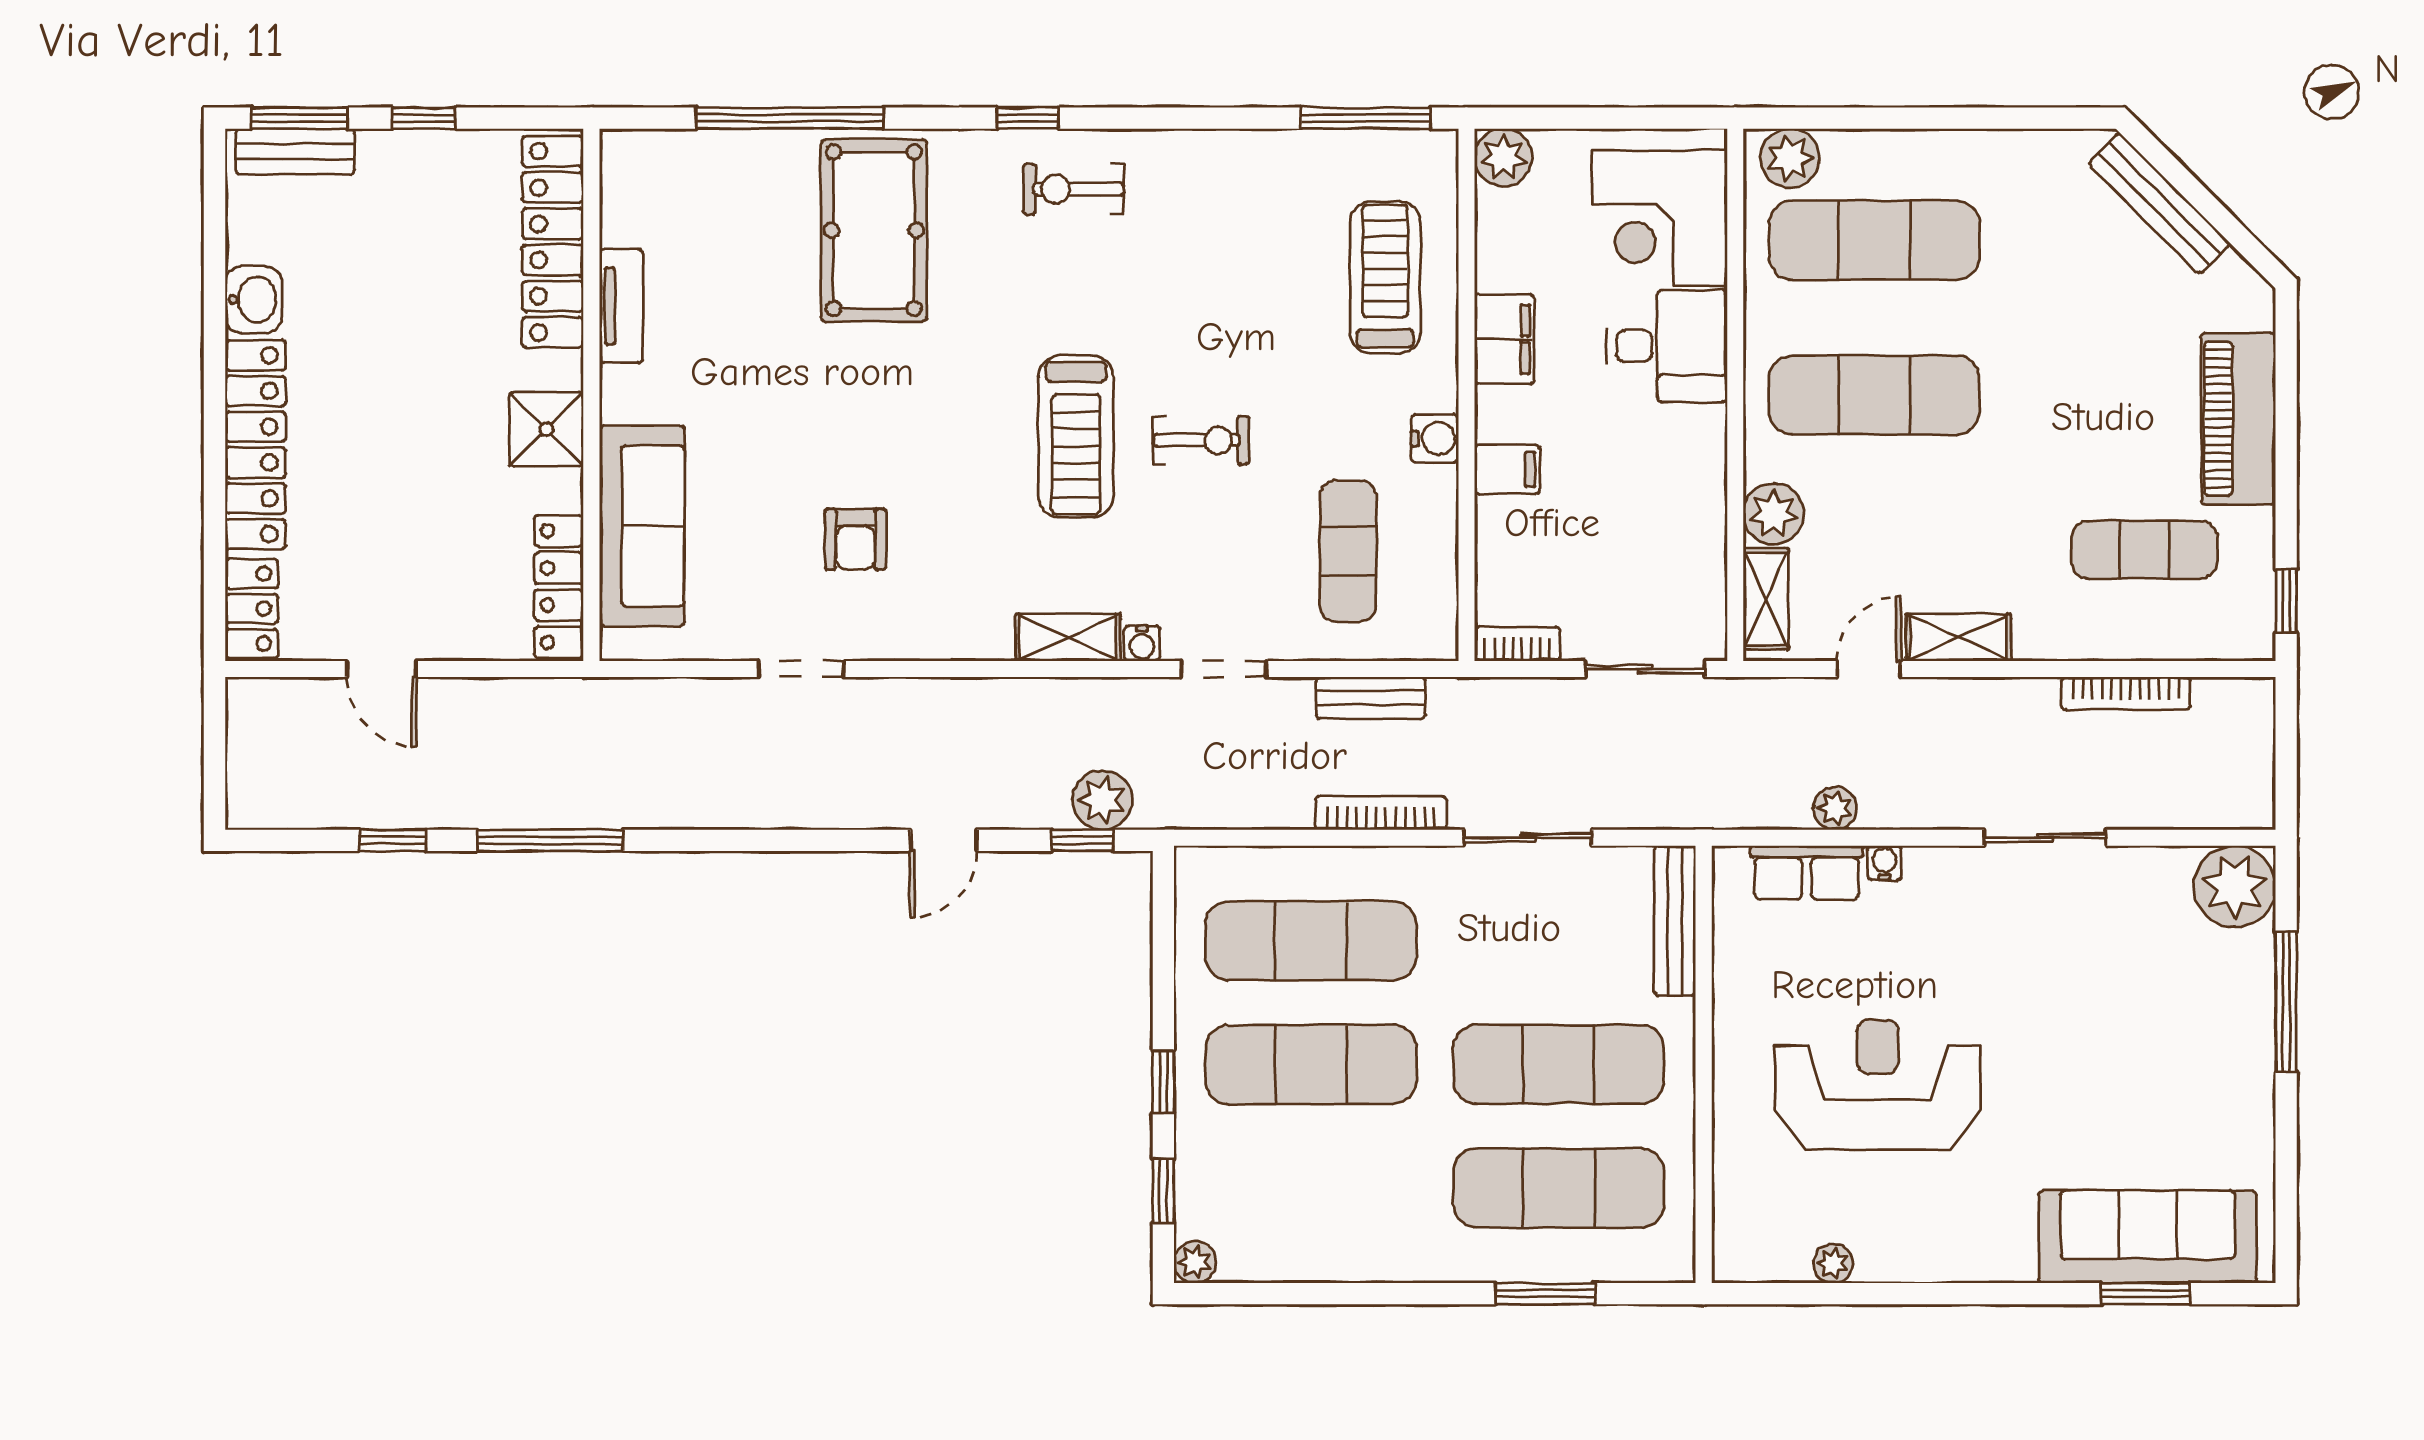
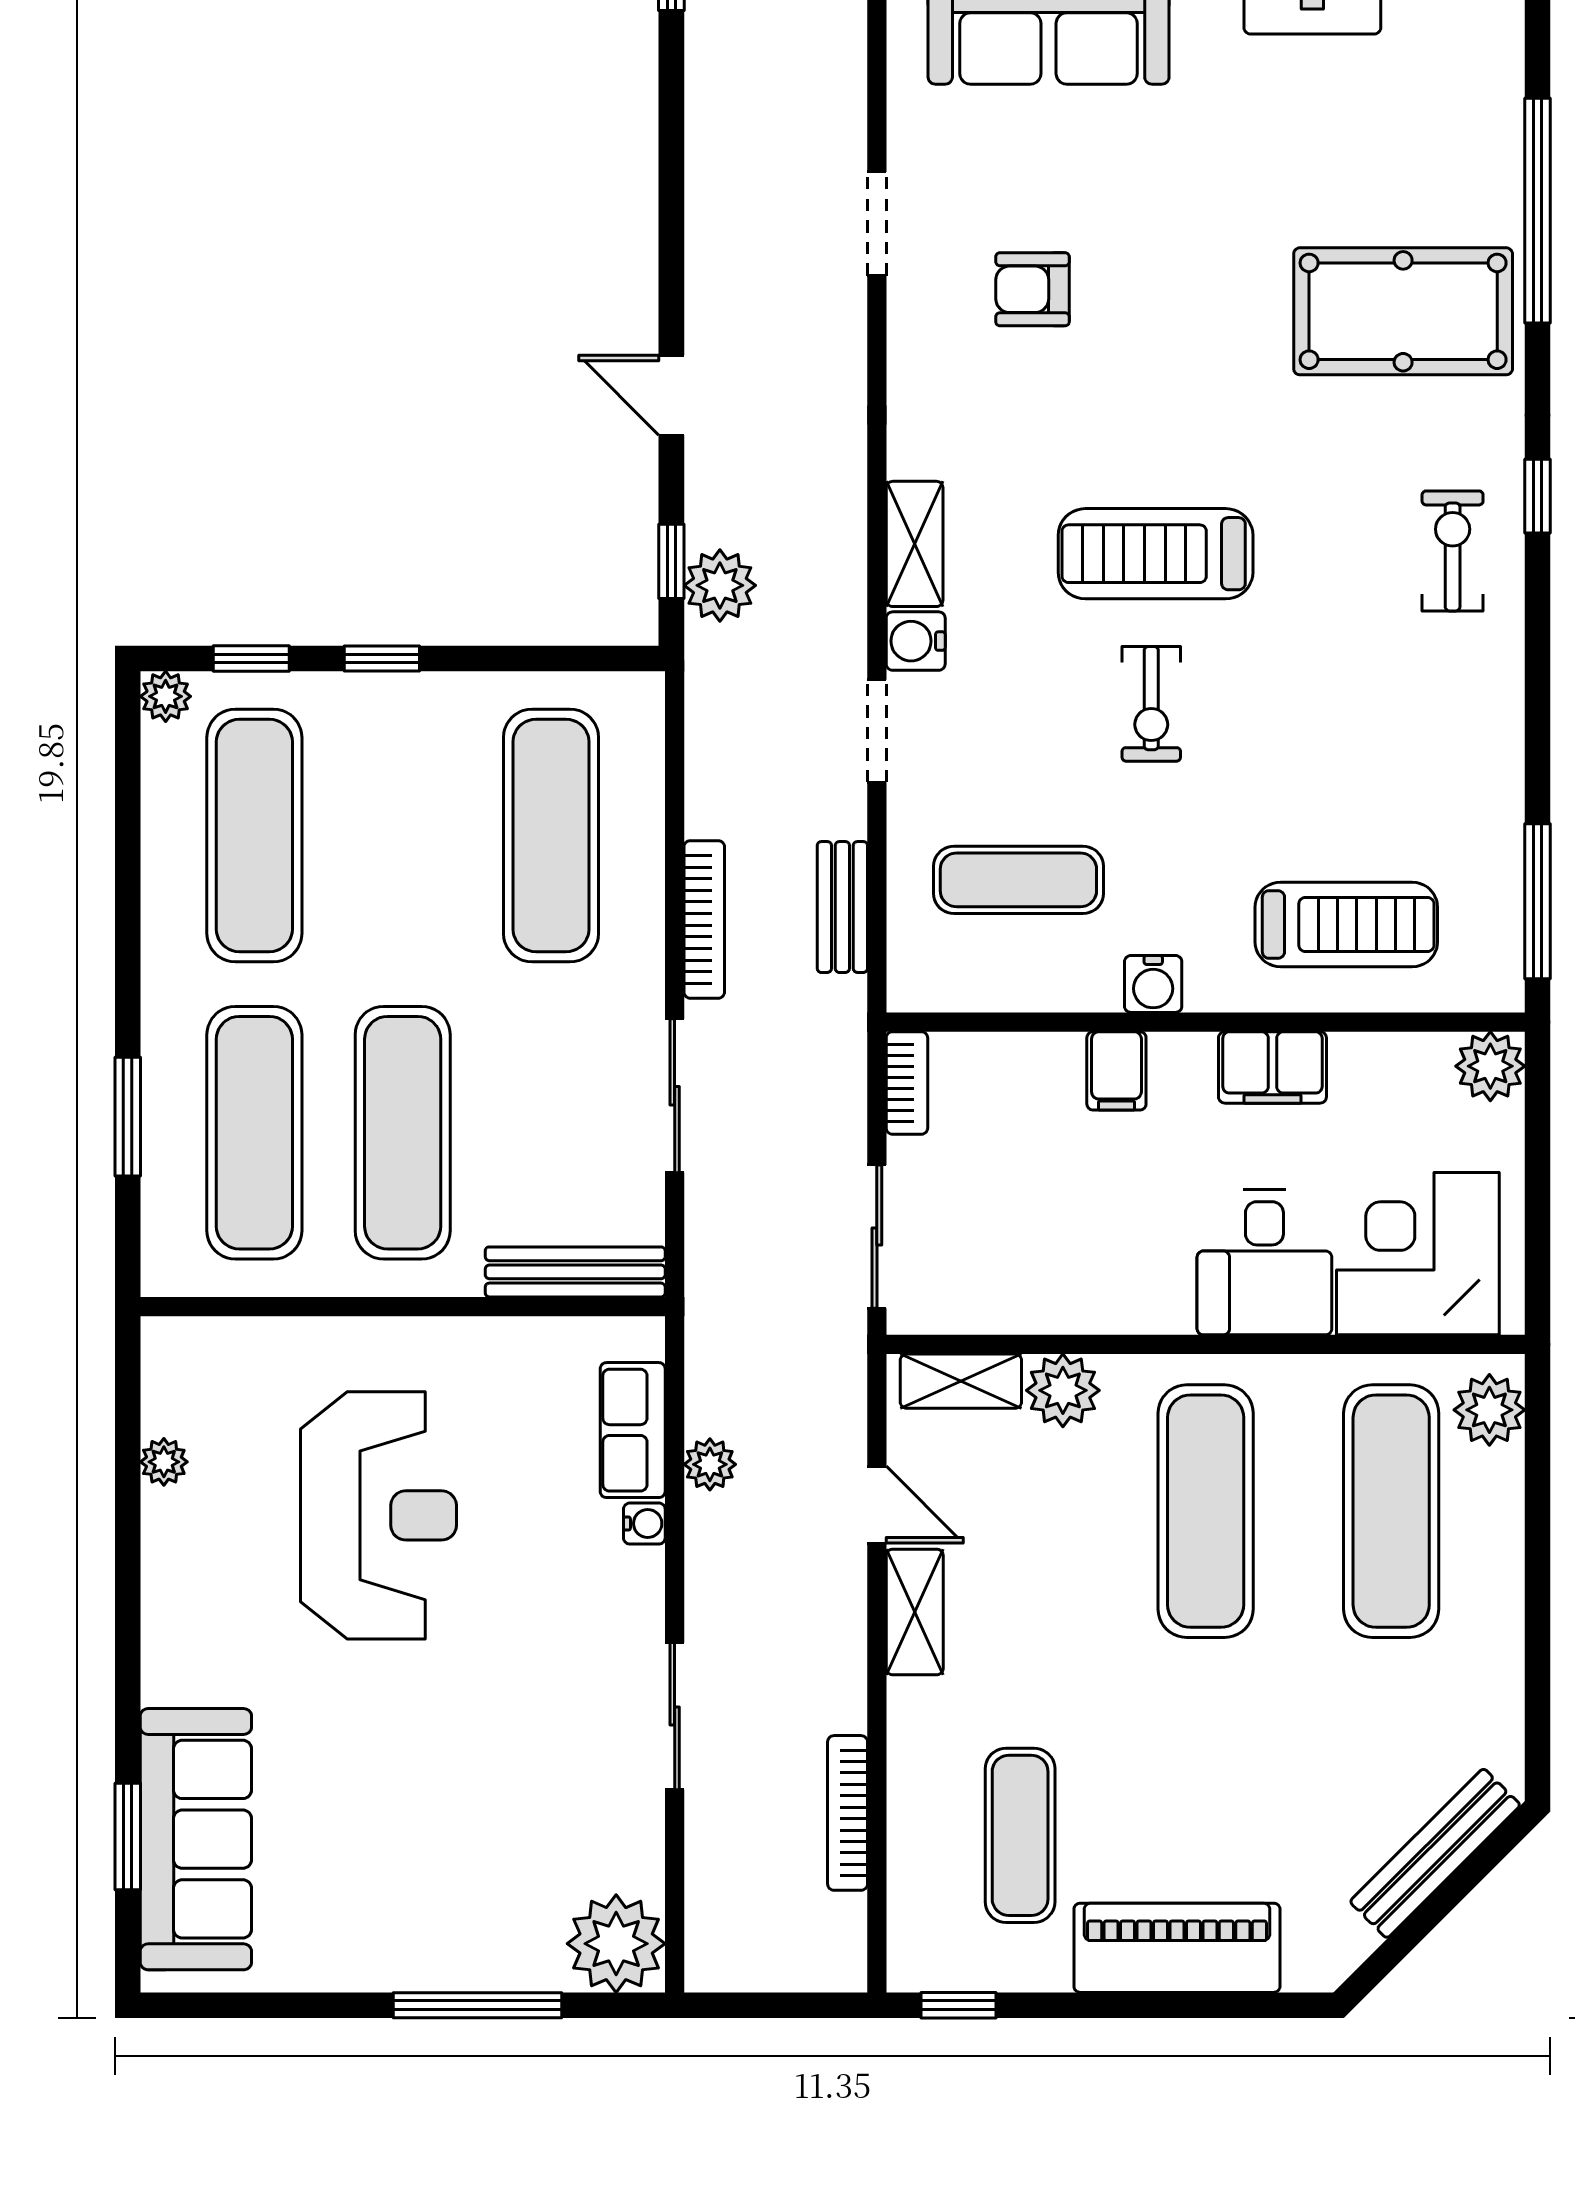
water cooler: (1142, 643) -> (916, 641), width x1.38, depth x1.38
exercise mat: (1311, 1064) -> (254, 835), moved

